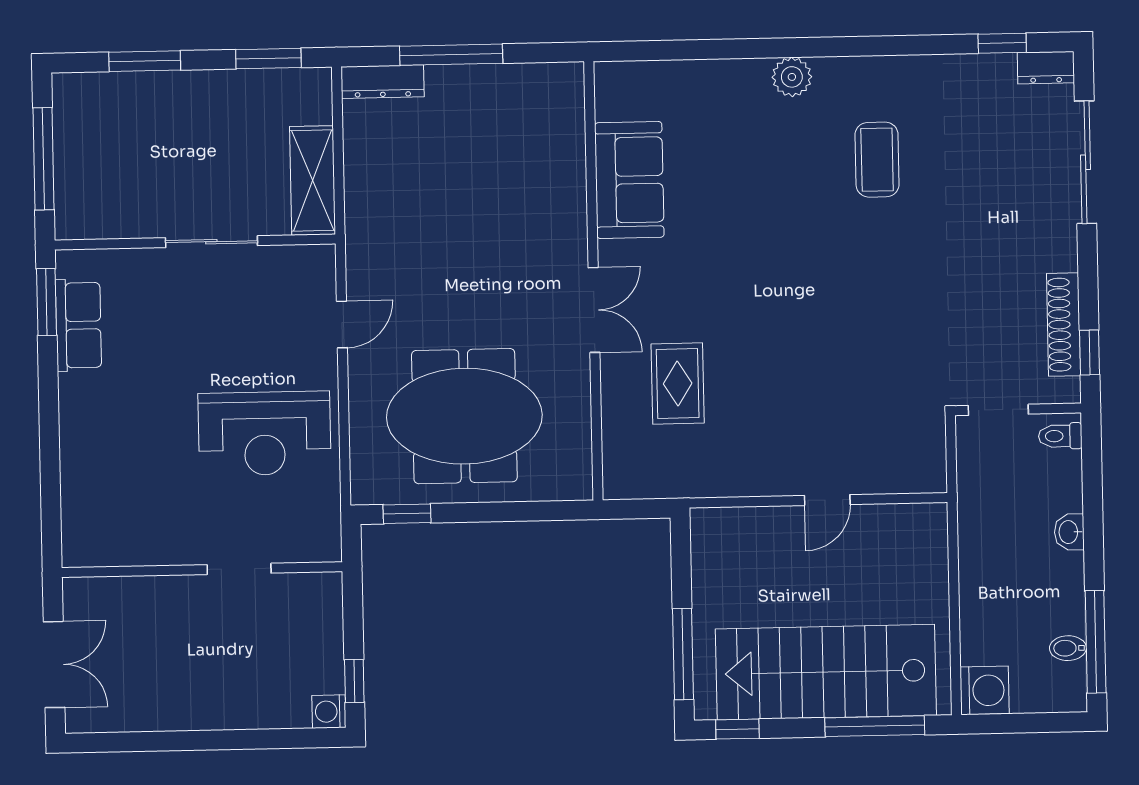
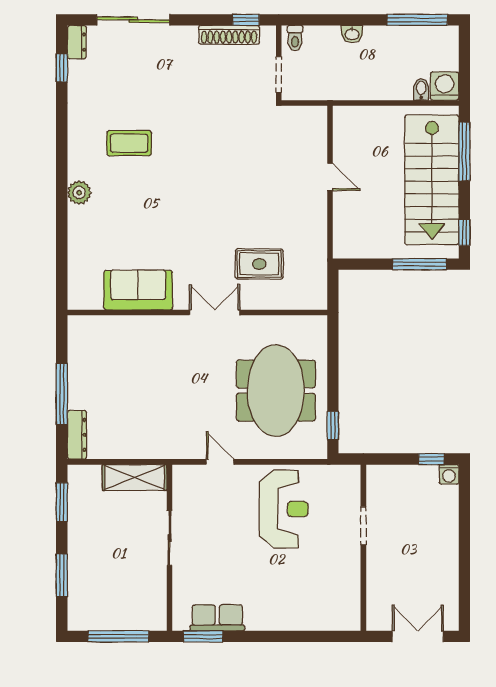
bidet: (1068, 648) -> (421, 89), moved, turned 180

